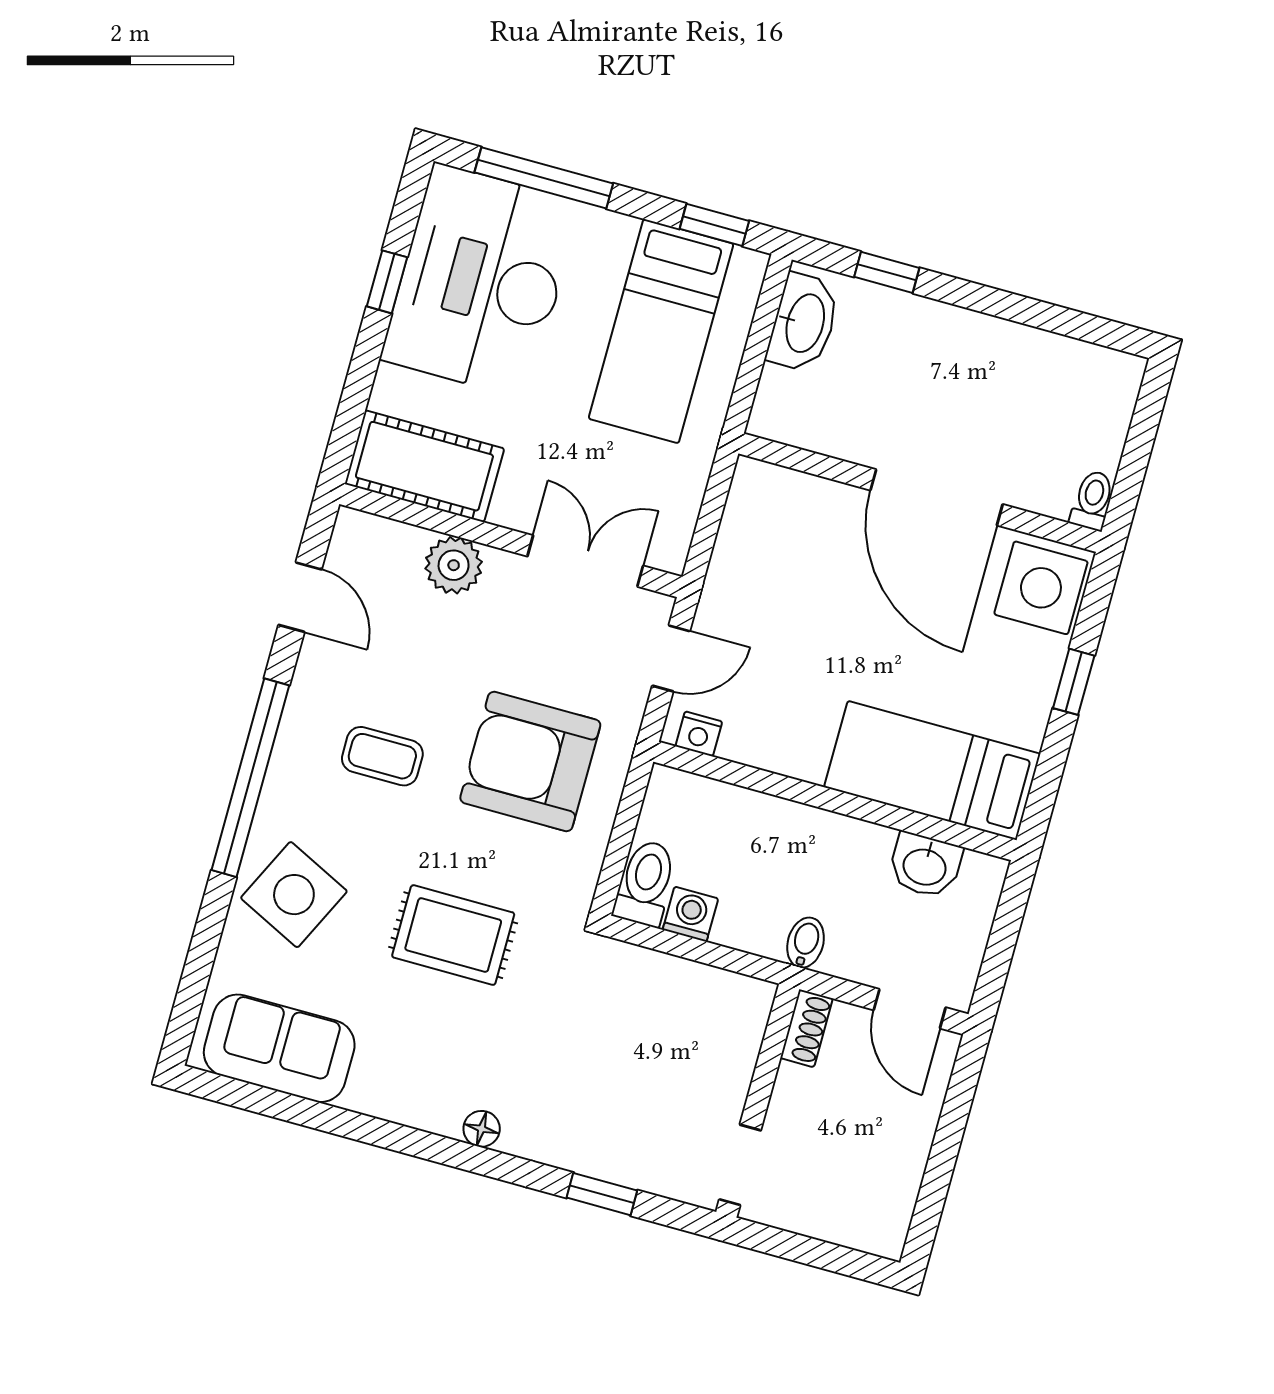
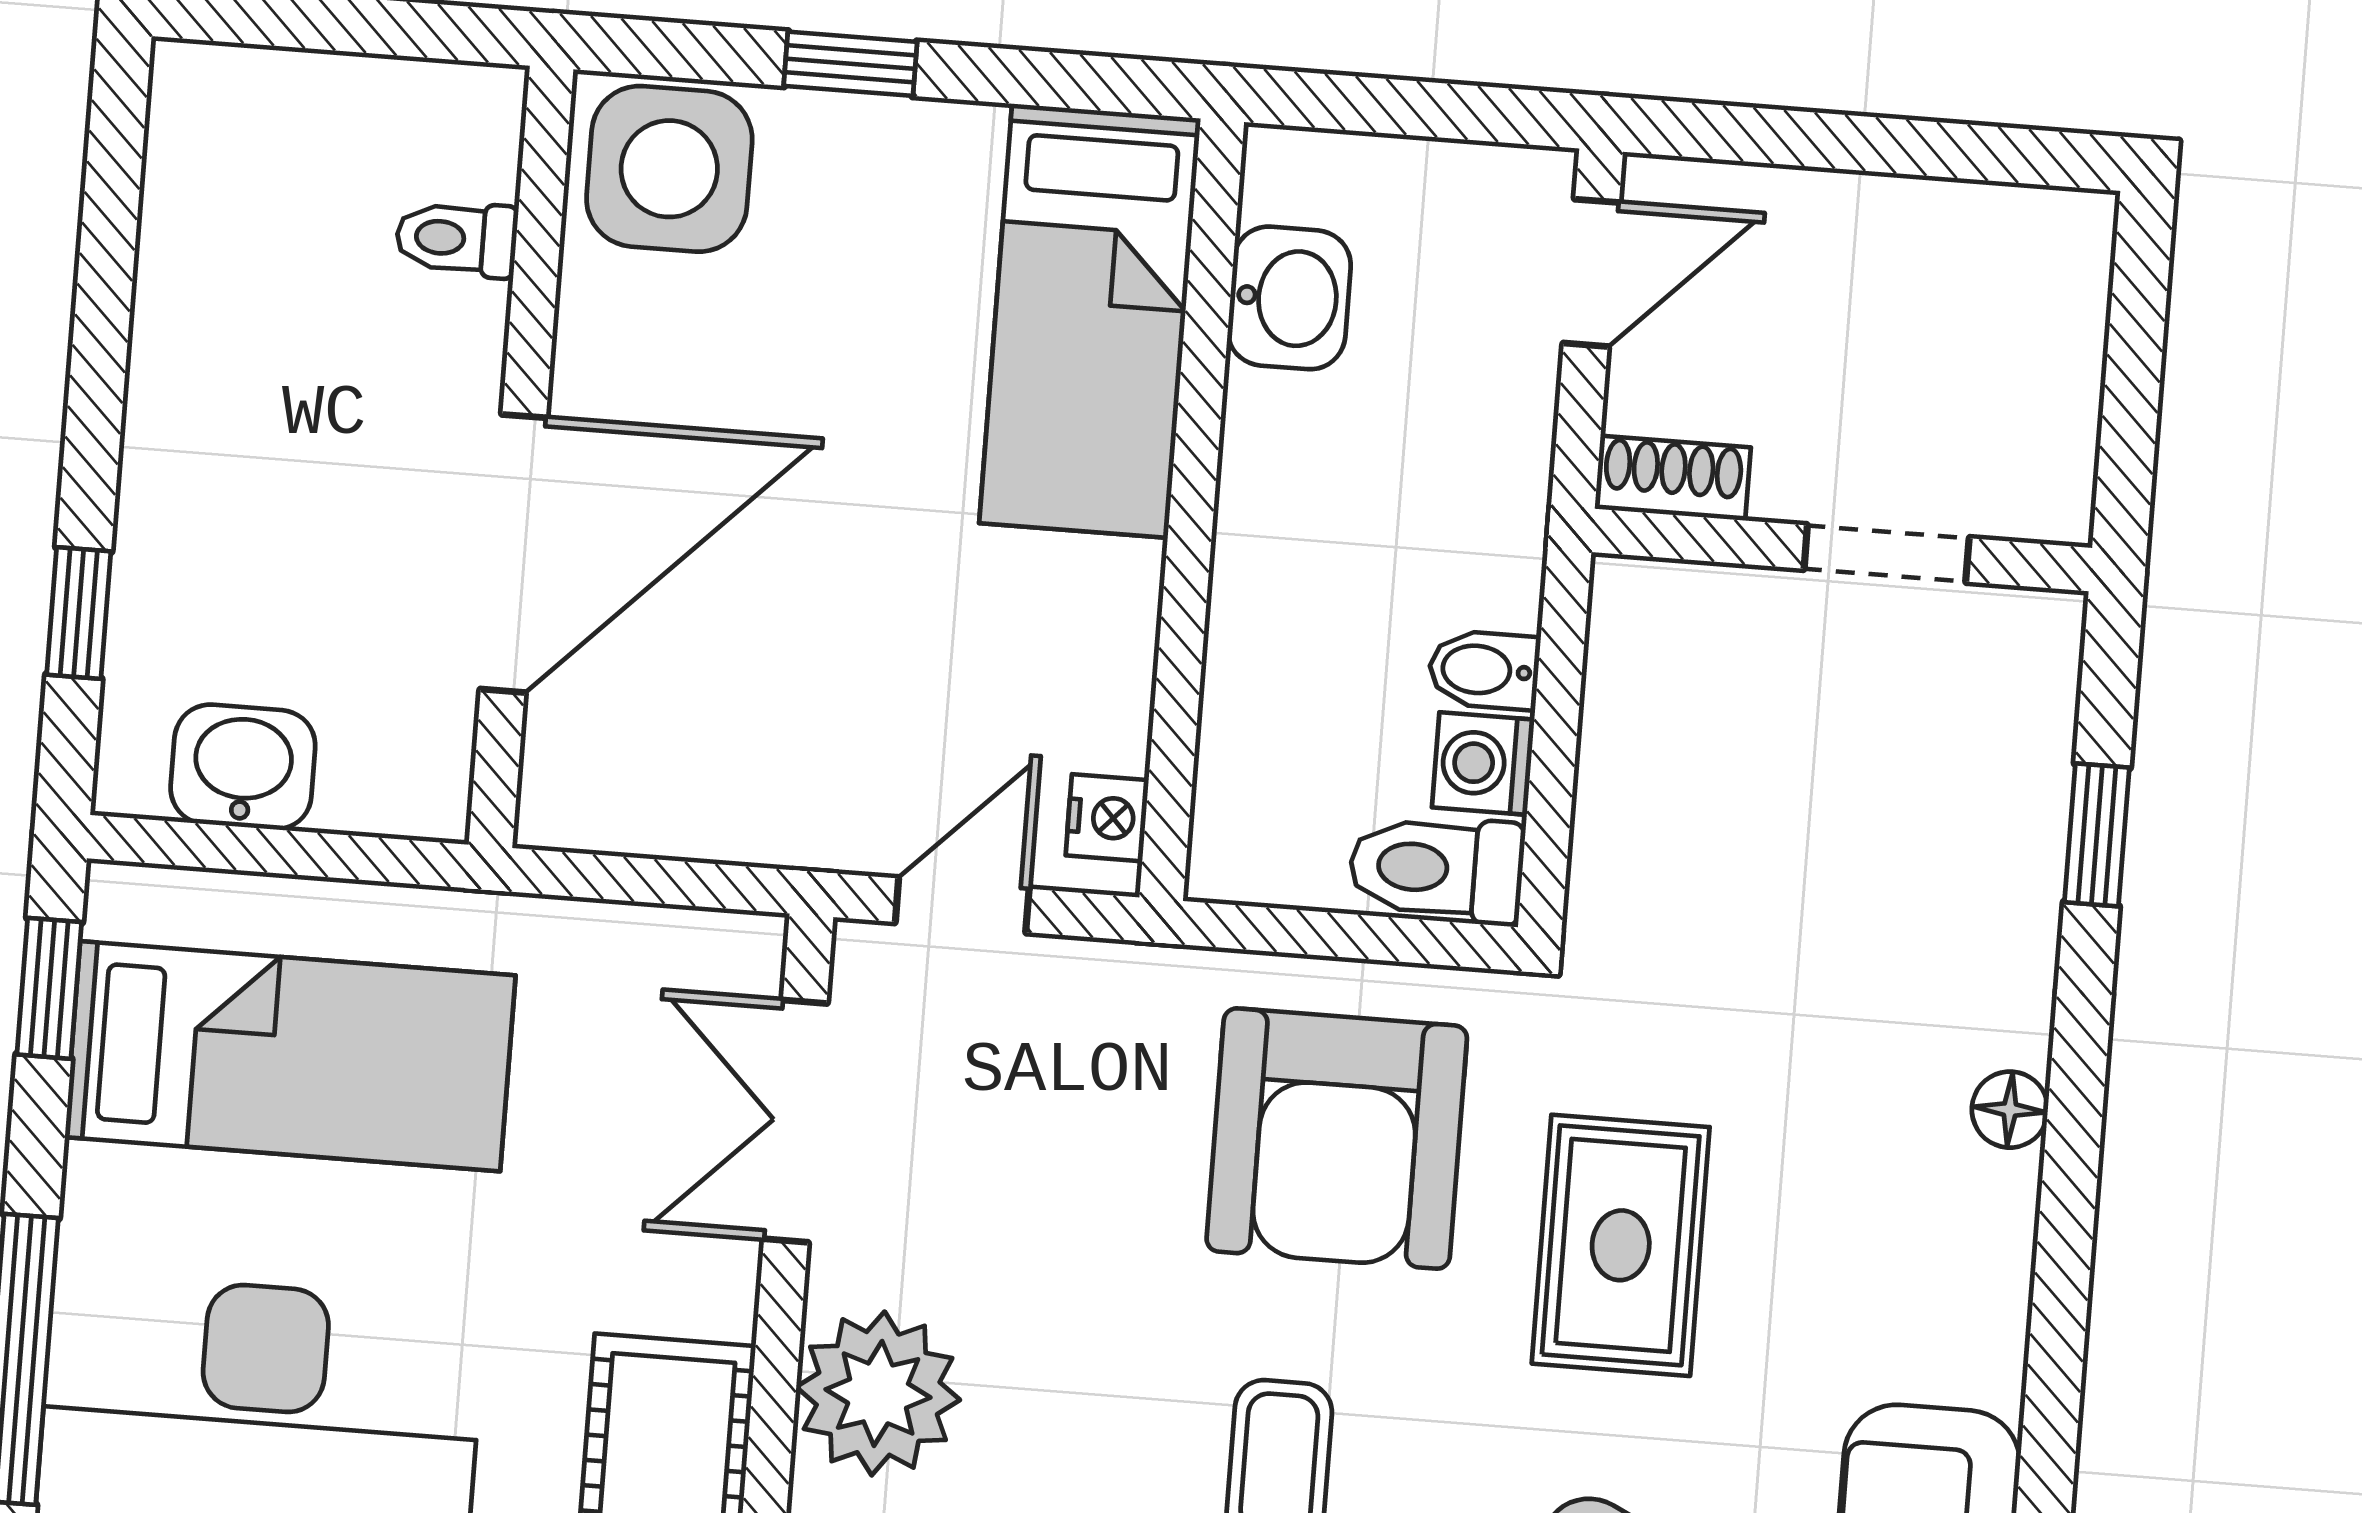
washbasin: (804, 323) -> (243, 767), width x0.72
door: (936, 497) -> (513, 553), moved
toilet: (1092, 500) -> (457, 239), moved
plant: (454, 565) -> (878, 1393), width x1.36, depth x1.36
door: (671, 658) -> (962, 905), hinge flipped
armchair: (530, 761) -> (1337, 1139), moved
bidet: (806, 943) -> (1484, 670), moved
doorway: (740, 1165) -> (1887, 554), moved

